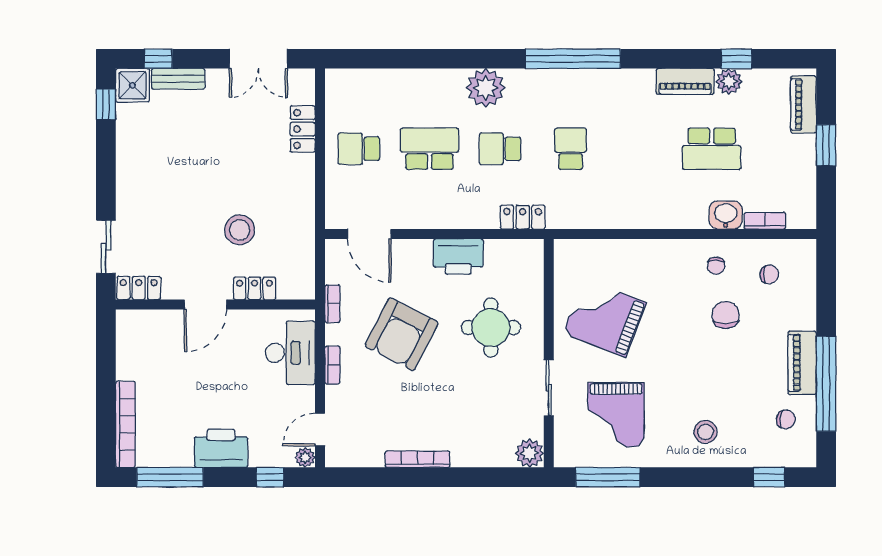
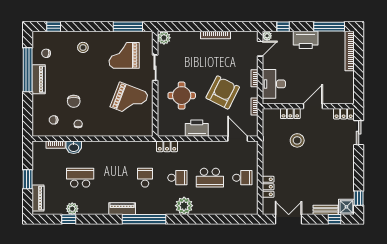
piano: (685, 81) -> (122, 209), moved
school desk: (571, 149) -> (145, 178), turned 180
grand piano: (616, 415) -> (124, 55), turned -90

